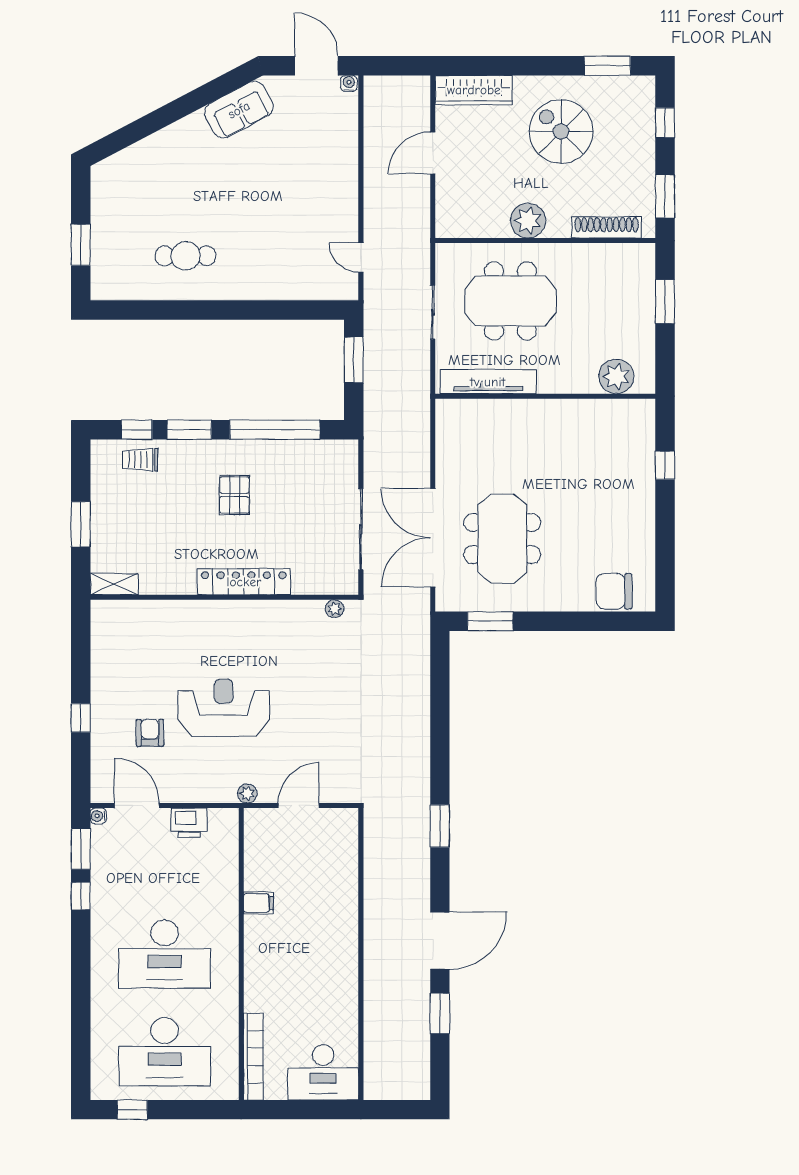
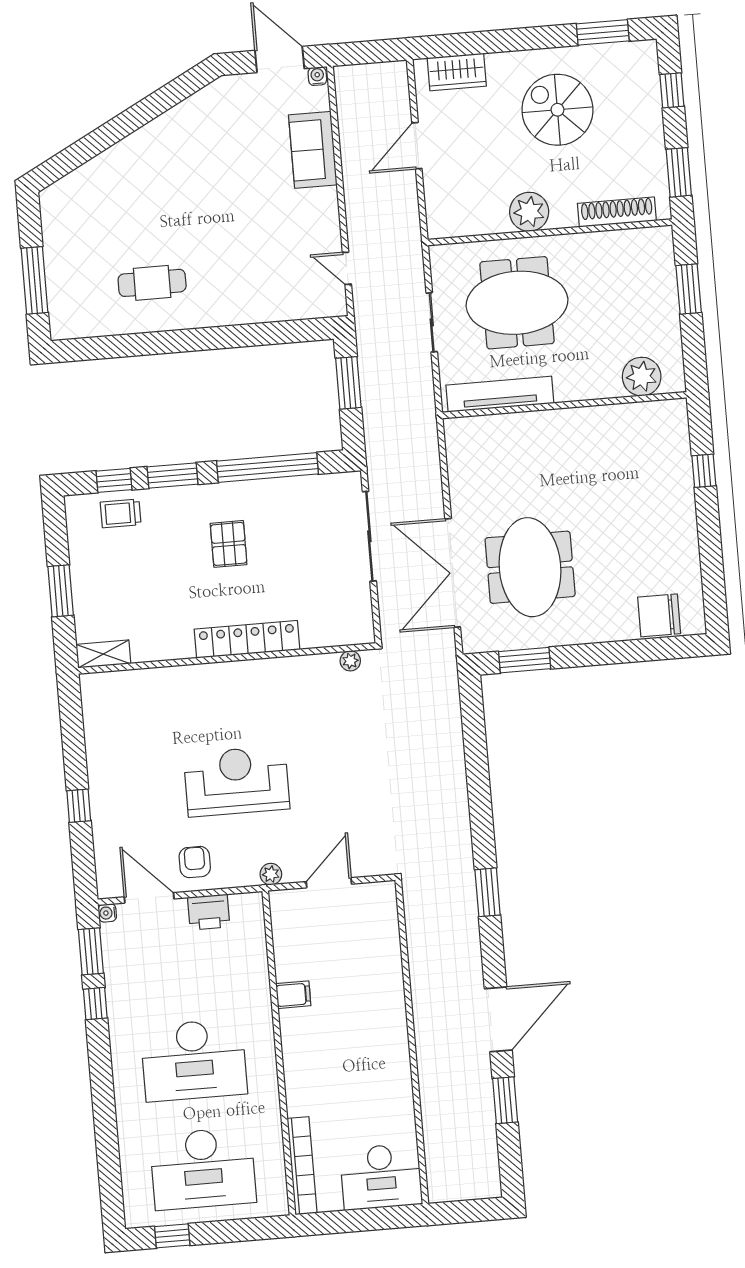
wardrobe: (474, 90) -> (457, 72), width x0.67
sofa: (239, 110) -> (313, 150), moved, turned 118
window: (81, 245) -> (35, 280), width x1.44
sliding door: (361, 529) -> (369, 536), moved
armchair: (150, 733) -> (195, 862), moved

